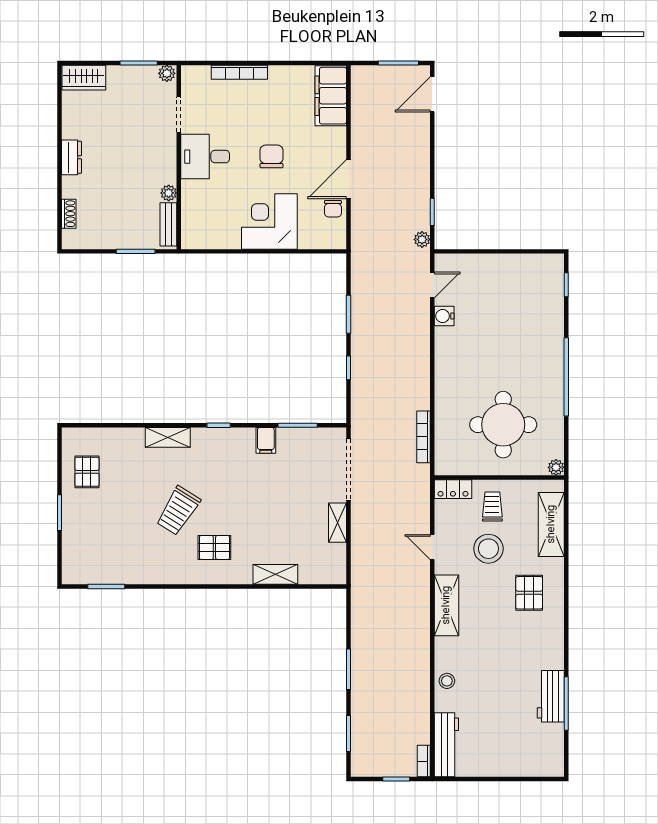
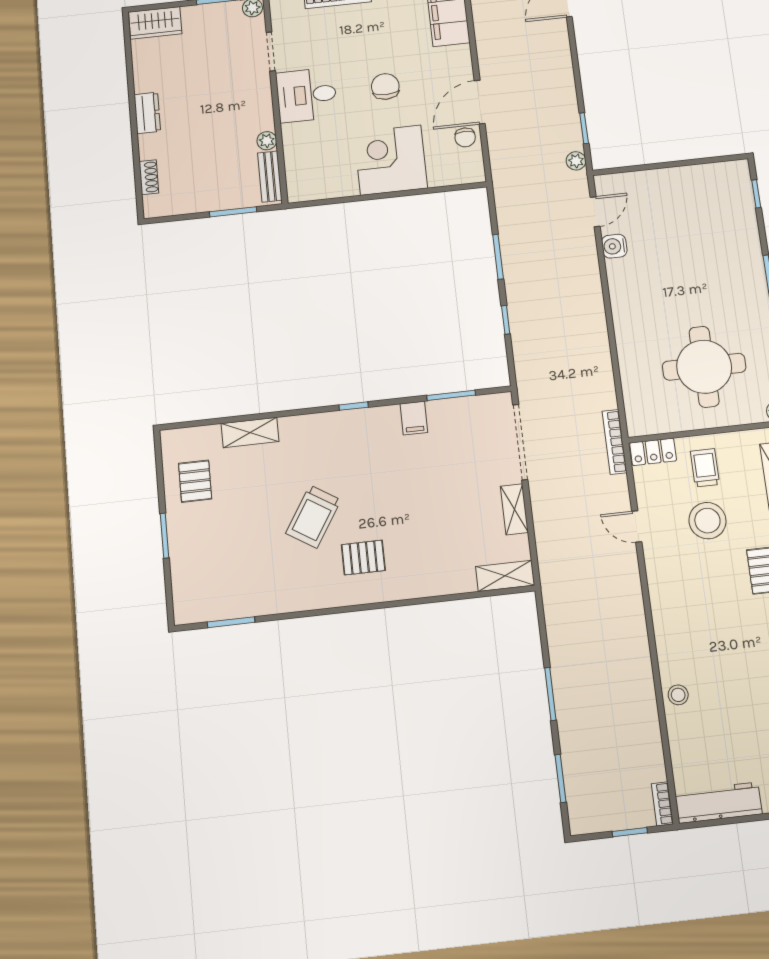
shelving: (168, 437) -> (250, 432), moved
bookcase: (423, 437) -> (615, 442), moved
shelving: (275, 574) -> (505, 576), moved
shelving: (446, 605) -> (665, 598), removed
workbench: (446, 745) -> (718, 803), moved, turned -90

